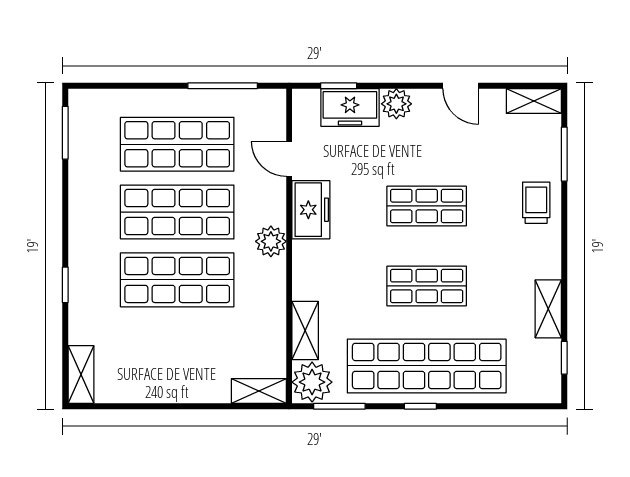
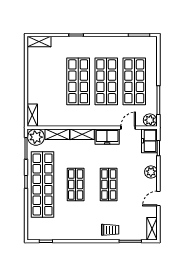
freezer: (350, 108) -> (149, 141), moved
plant: (271, 241) -> (150, 120), moved
shelving: (548, 309) -> (82, 134), moved

